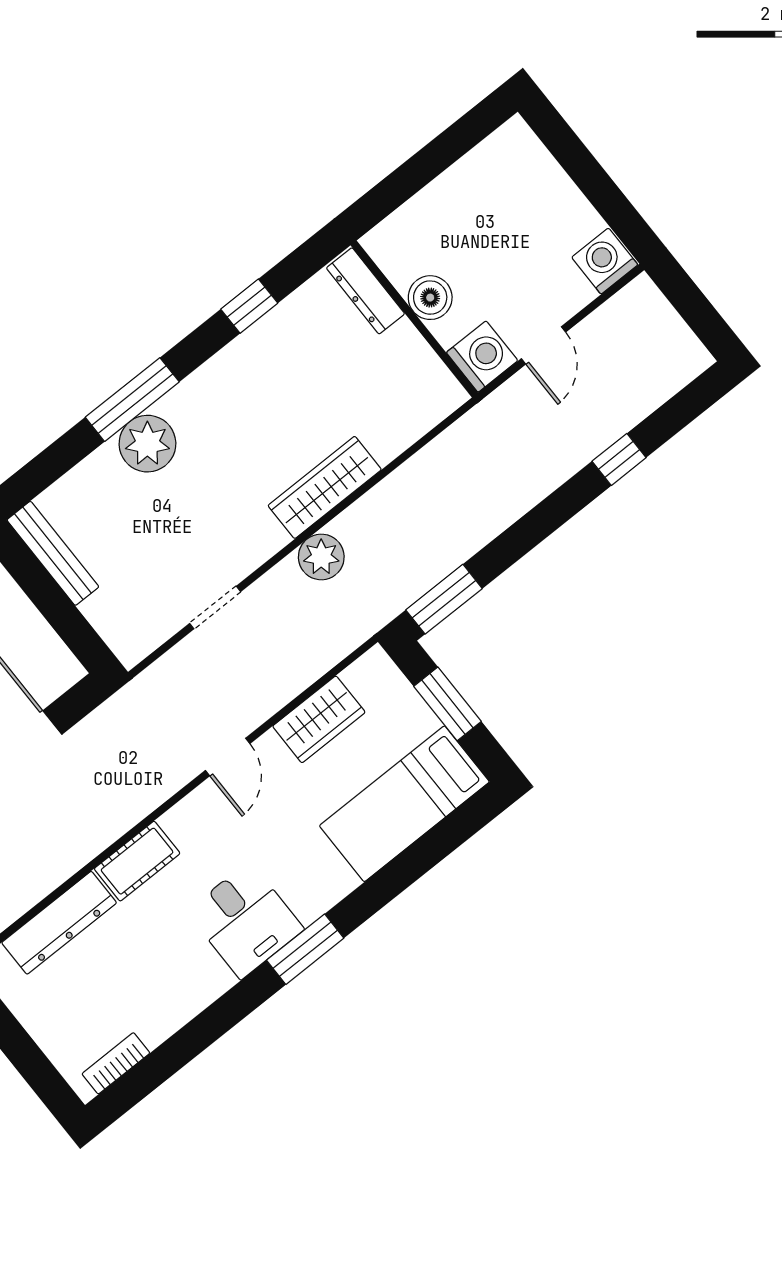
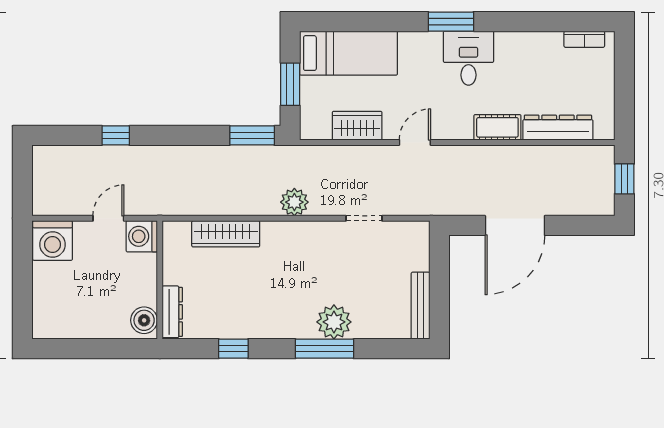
washing machine: (605, 261) -> (53, 241), width x1.37, depth x1.37
boiler: (430, 298) -> (144, 320), moved
wardrobe: (325, 487) -> (226, 234), moved

